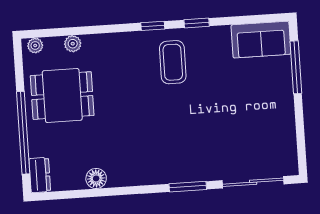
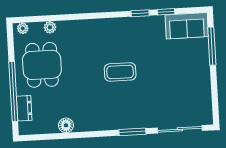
window: (153, 26) -> (166, 12), moved
coffee table: (173, 62) -> (120, 72), moved, turned 90
dining table: (62, 96) -> (42, 65), turned 90
dresser: (40, 175) -> (24, 108), moved

